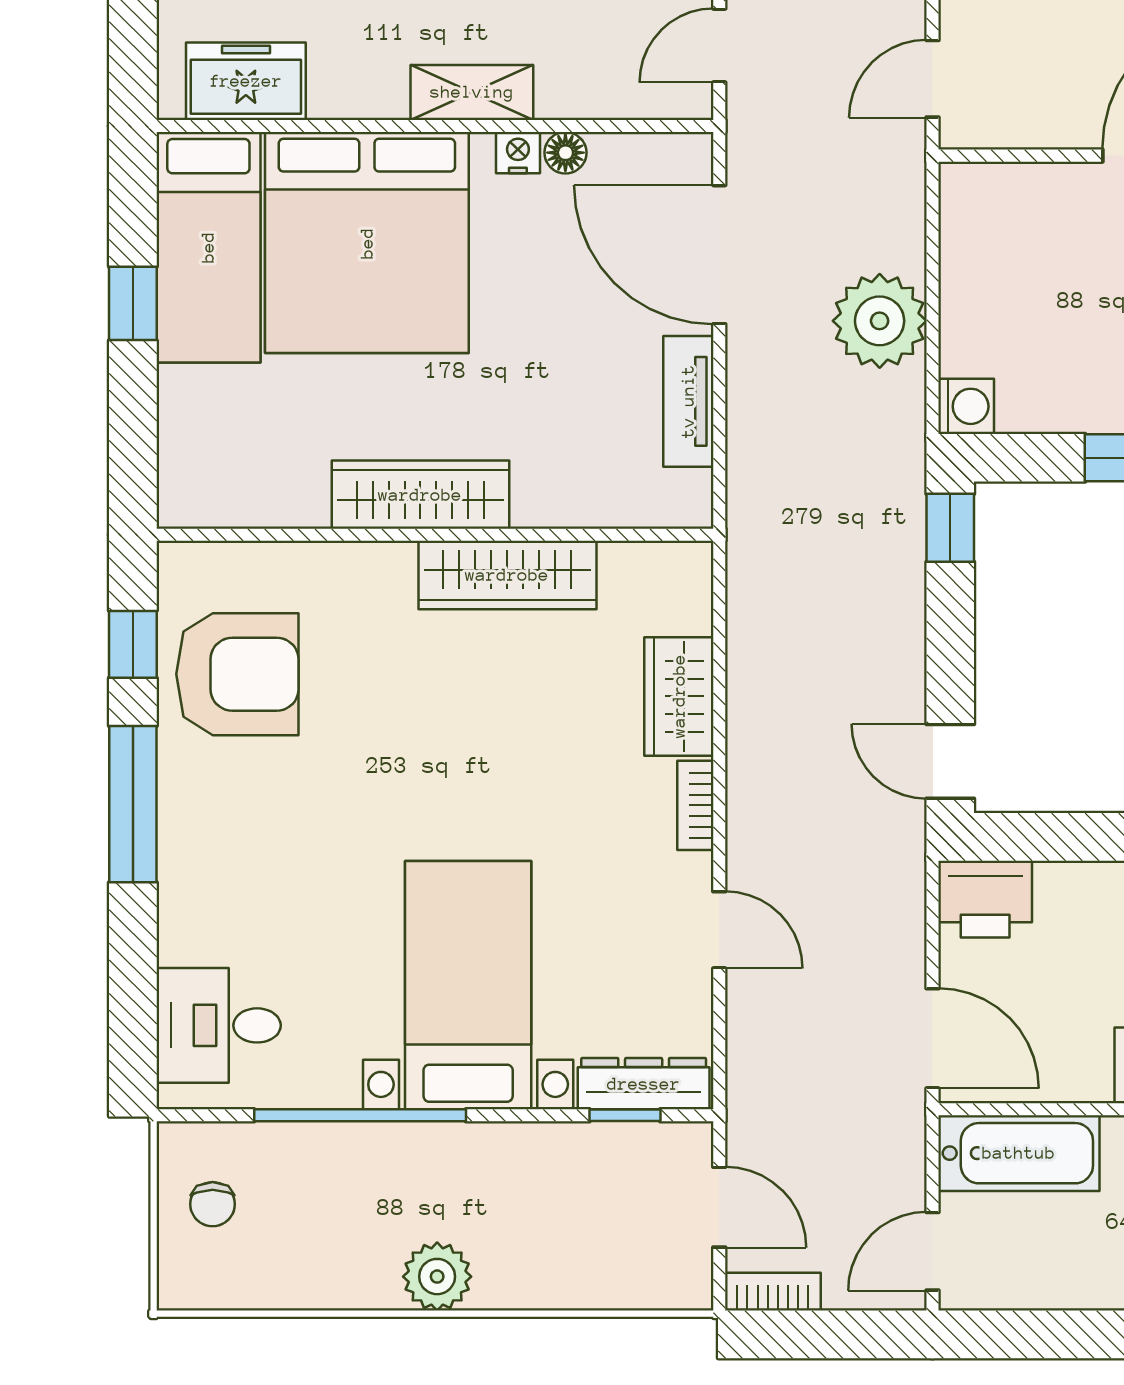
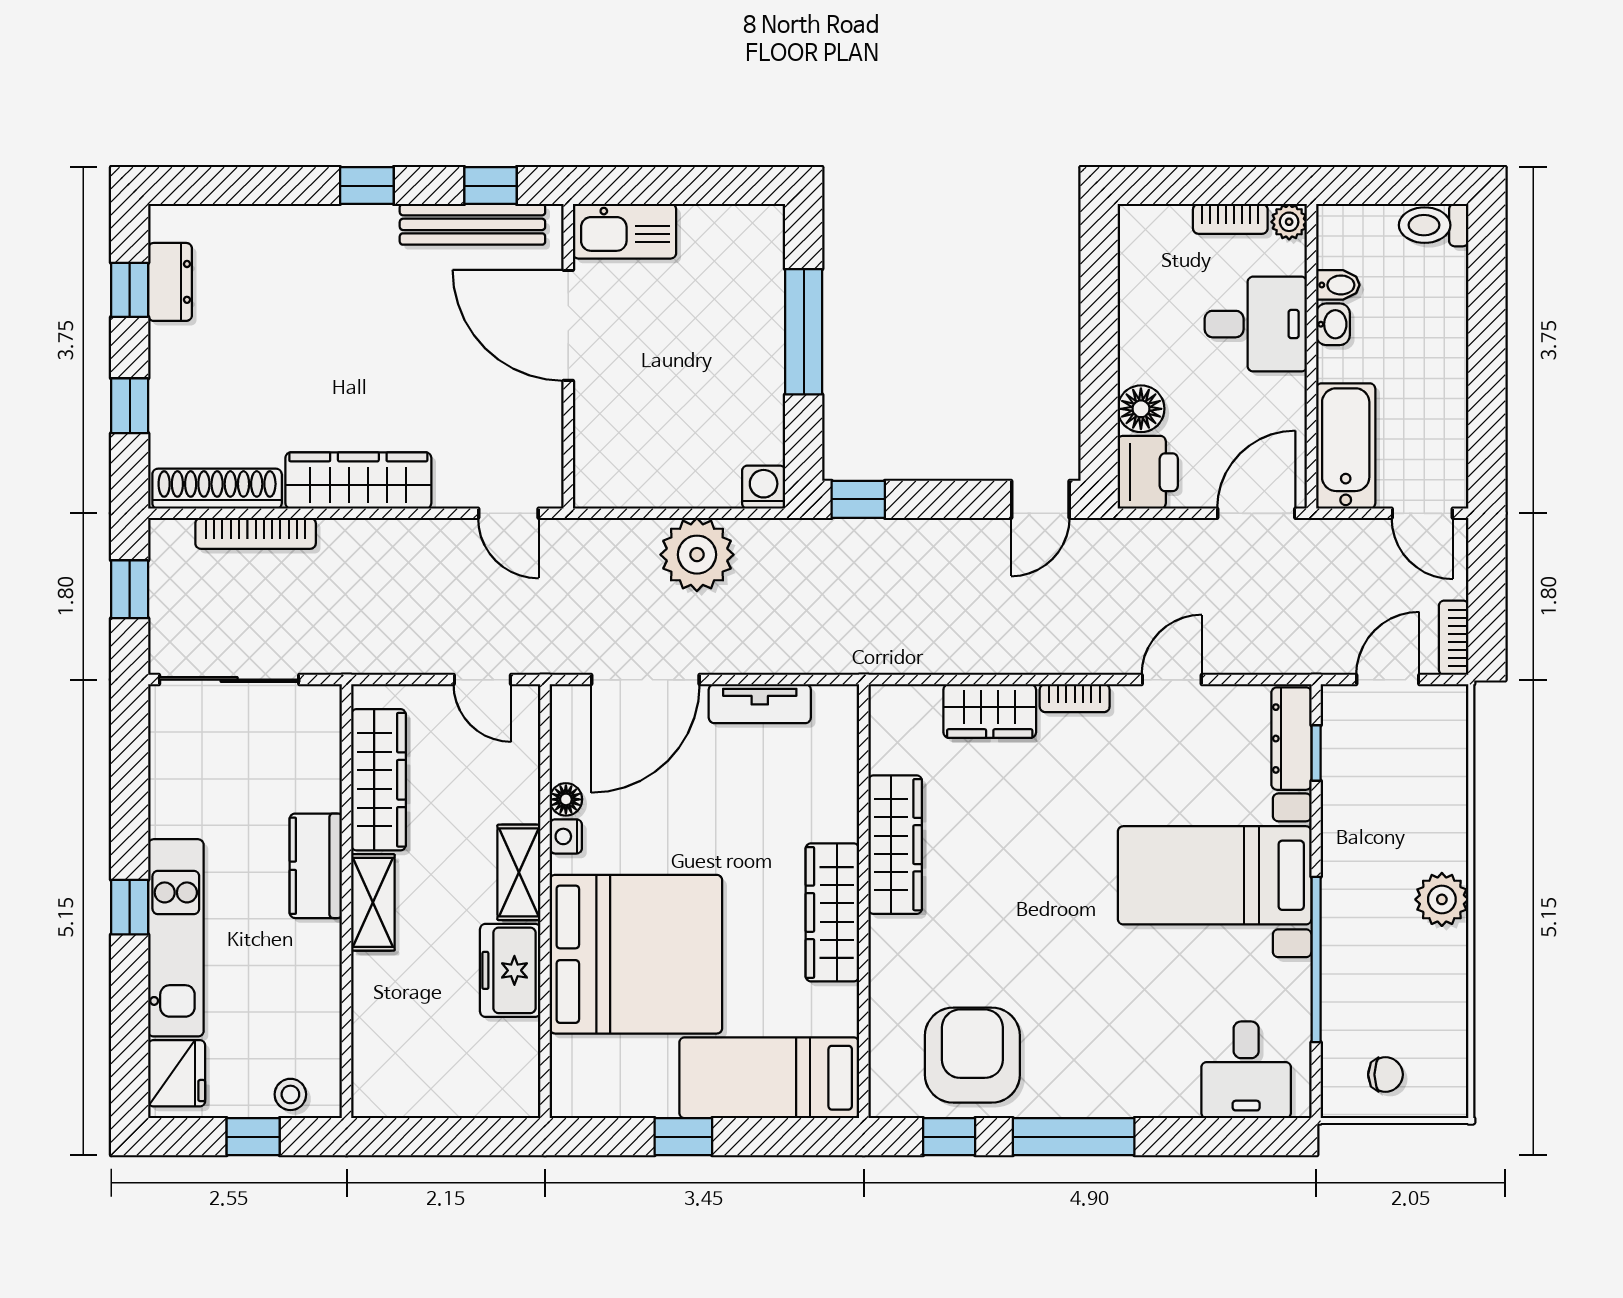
freezer: (246, 81) -> (510, 970), moved
bed: (208, 247) -> (769, 1078), moved, turned 180
floor lamp: (1067, 891) -> (1141, 409), added

